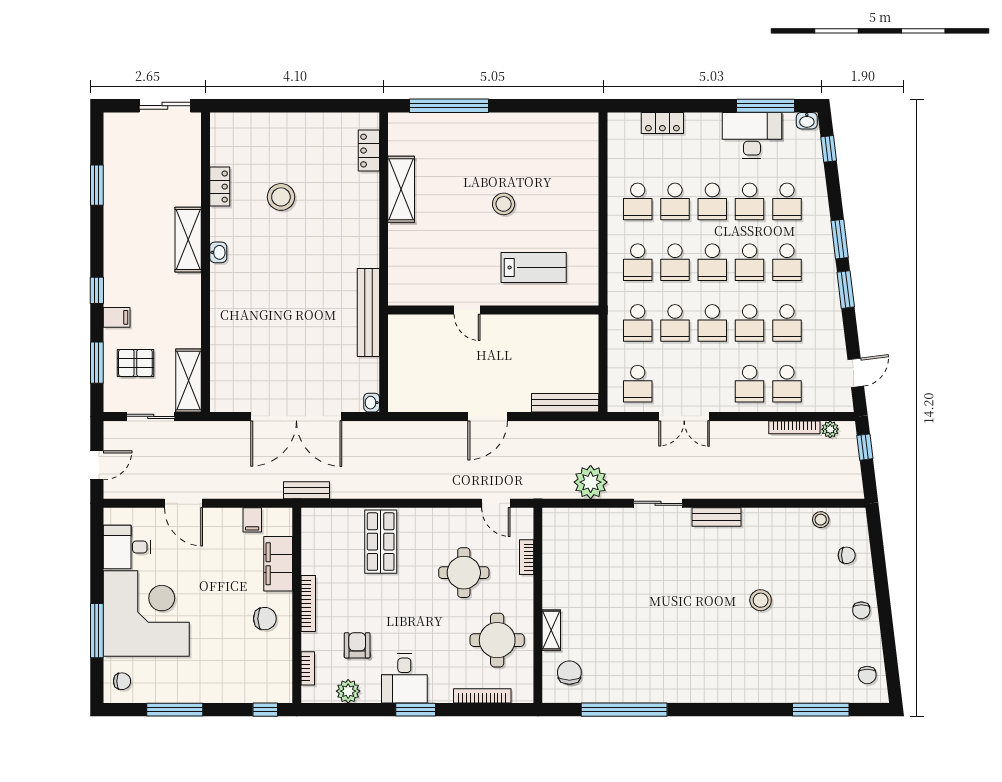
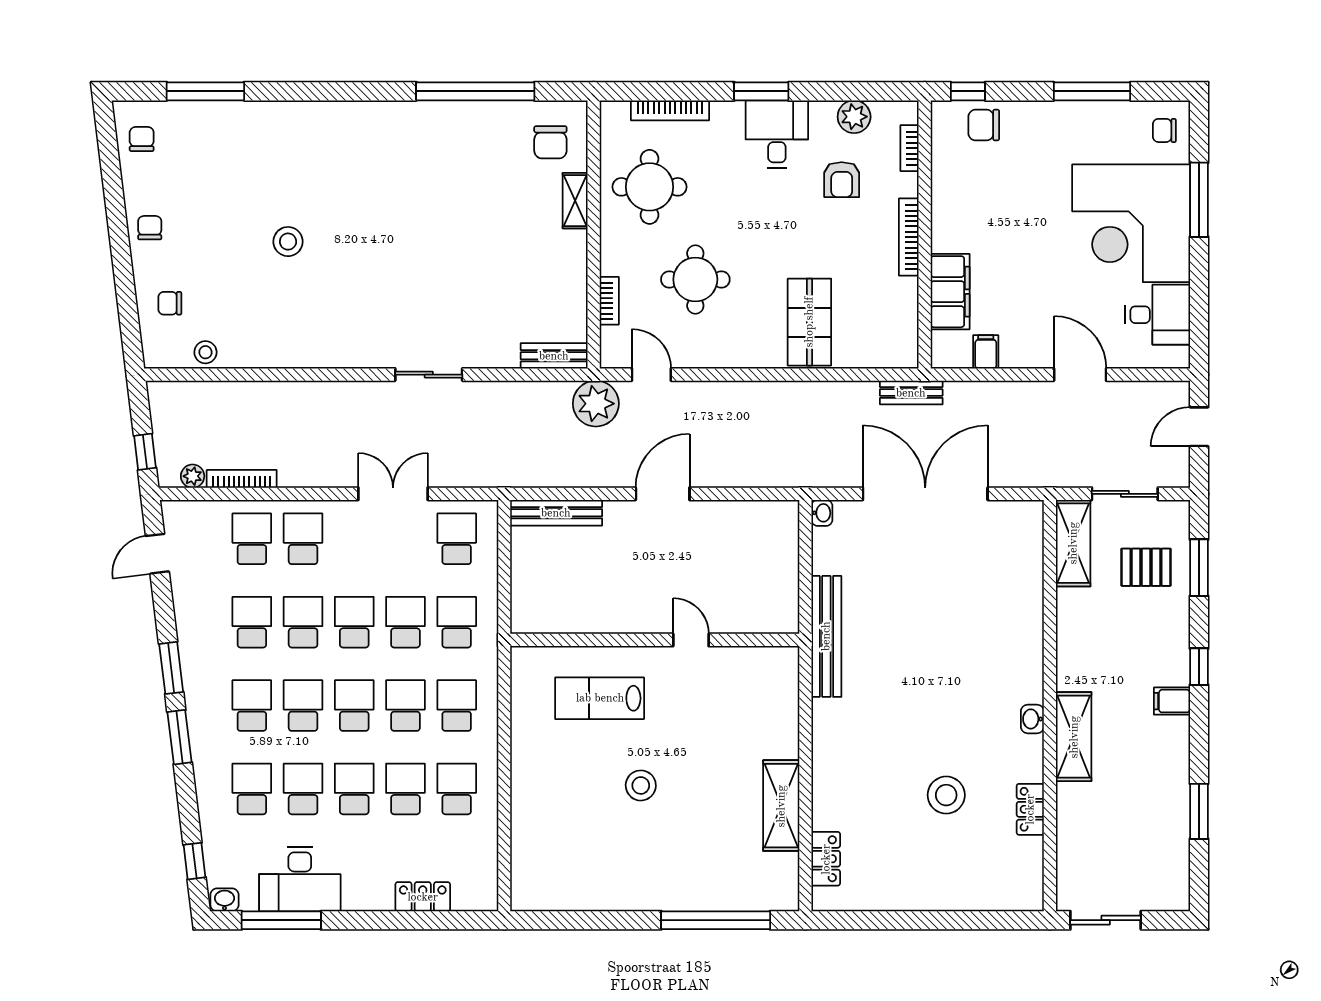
filing cabinet: (117, 317) -> (1172, 701), moved
plant: (591, 482) -> (596, 404), moved
bench: (717, 517) -> (554, 356), moved
chair: (265, 619) -> (984, 125), moved

